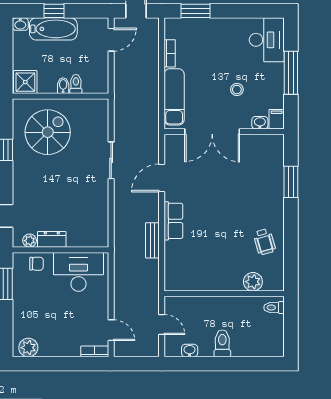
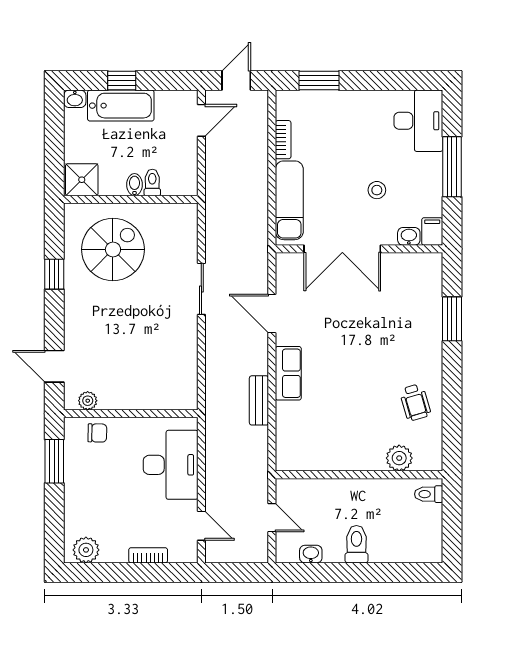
door: (162, 178) -> (272, 313), hinge flipped
dresser: (52, 239) -> (119, 399), removed
desk: (78, 272) -> (171, 465), moved, turned 90
bookcase: (95, 351) -> (148, 555), moved

